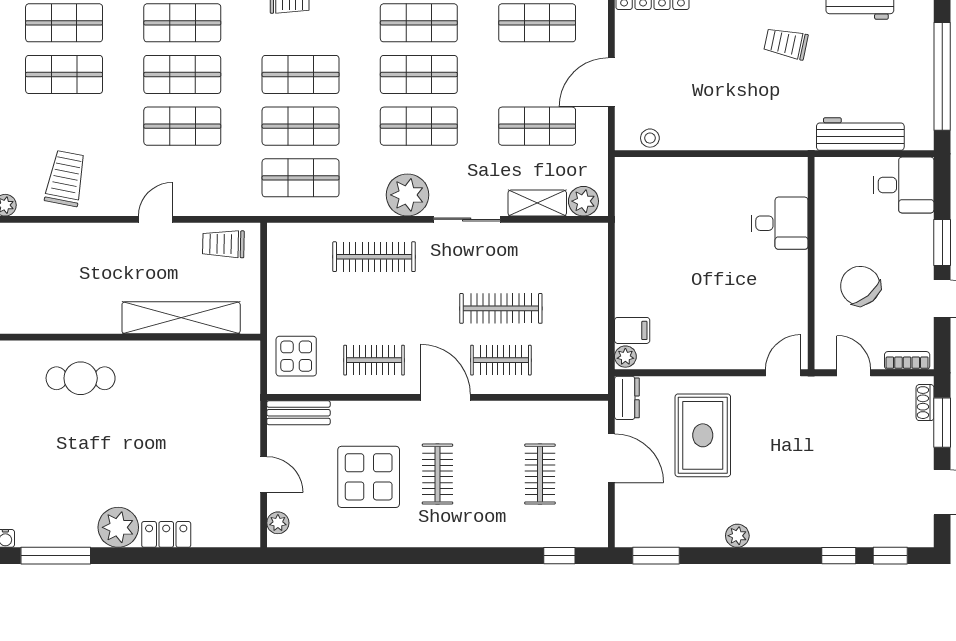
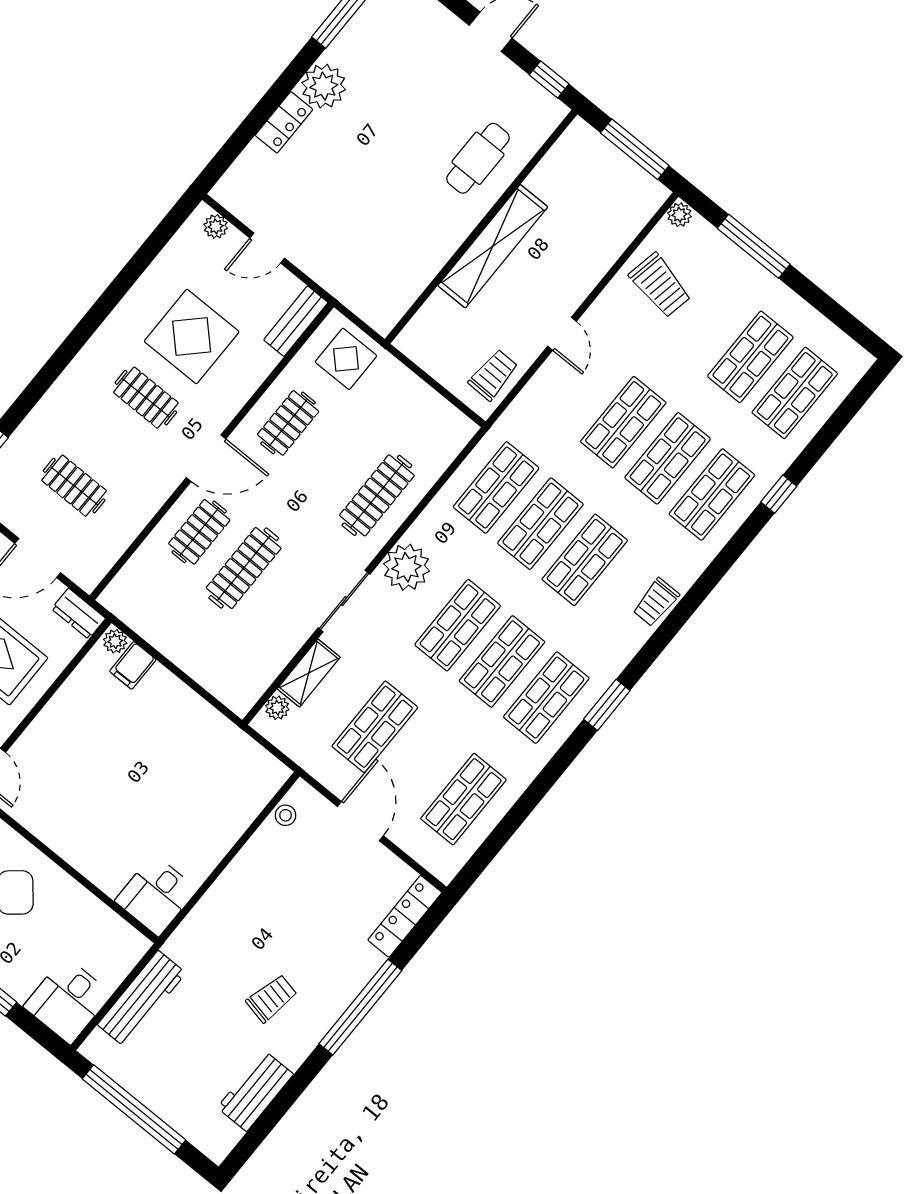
plant: (583, 201) -> (277, 708), width x0.73, depth x0.73
desk: (780, 223) -> (156, 895), moved
shelving: (181, 318) -> (493, 246), moved

